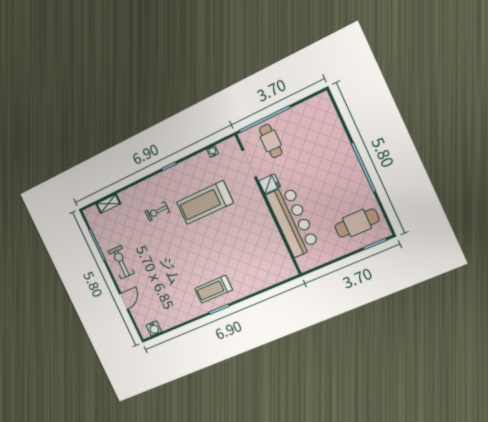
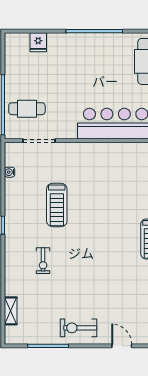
fridge: (270, 184) -> (38, 42), moved, turned 180
treadmill: (205, 202) -> (57, 205), width x0.73, depth x0.73

